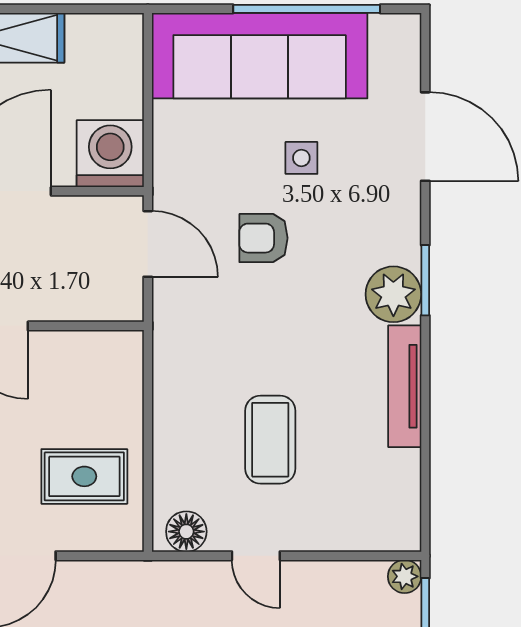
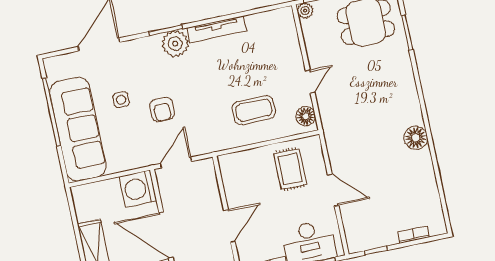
coffee table: (270, 440) -> (254, 110), moved

